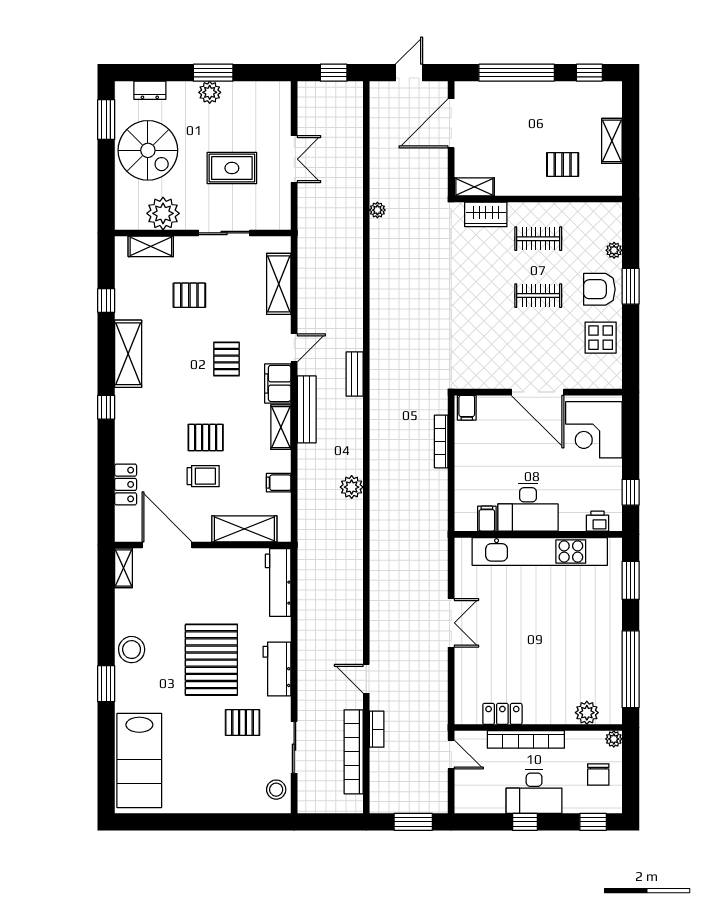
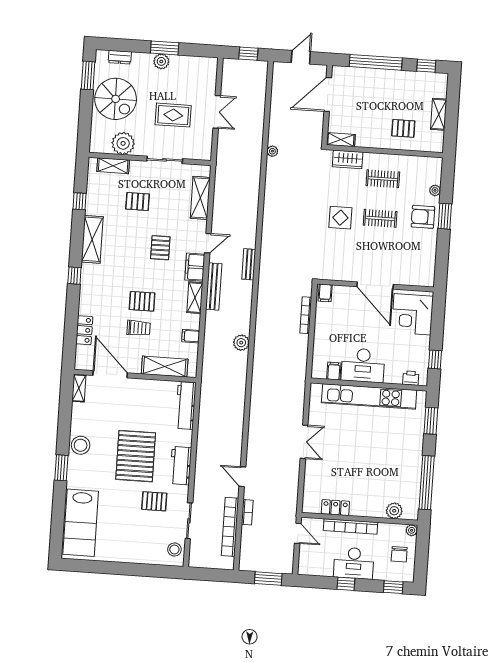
display table: (601, 338) -> (340, 218), moved

